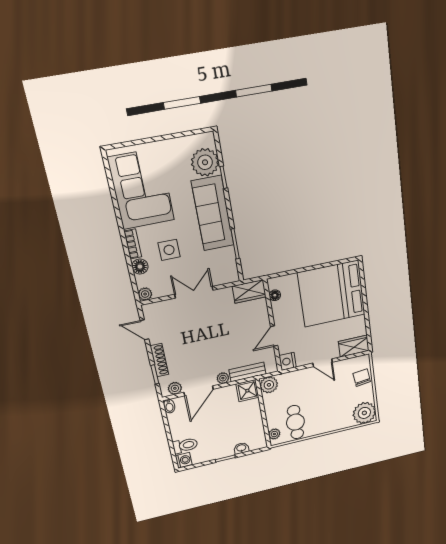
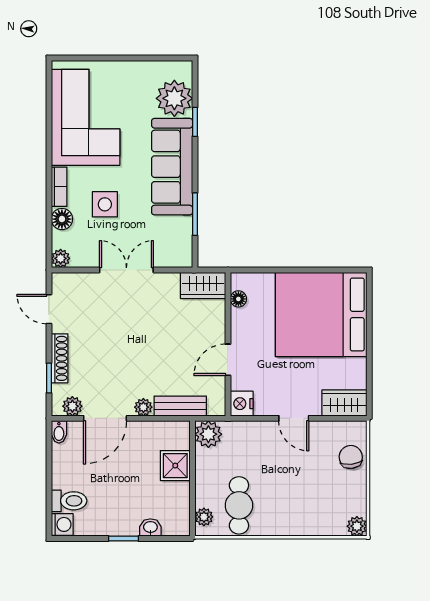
shower: (247, 391) -> (175, 466), moved
plant: (364, 413) -> (357, 526), width x0.53, depth x0.53

